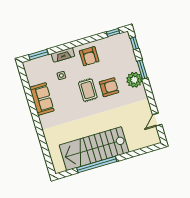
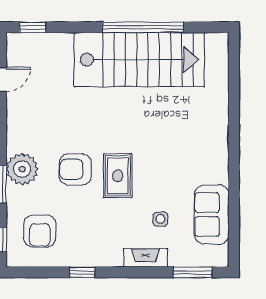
window: (113, 33) -> (82, 272), moved
armchair: (89, 56) -> (40, 231), moved, turned 180
sofa: (42, 99) -> (212, 215), moved
window: (149, 149) -> (33, 27), added

